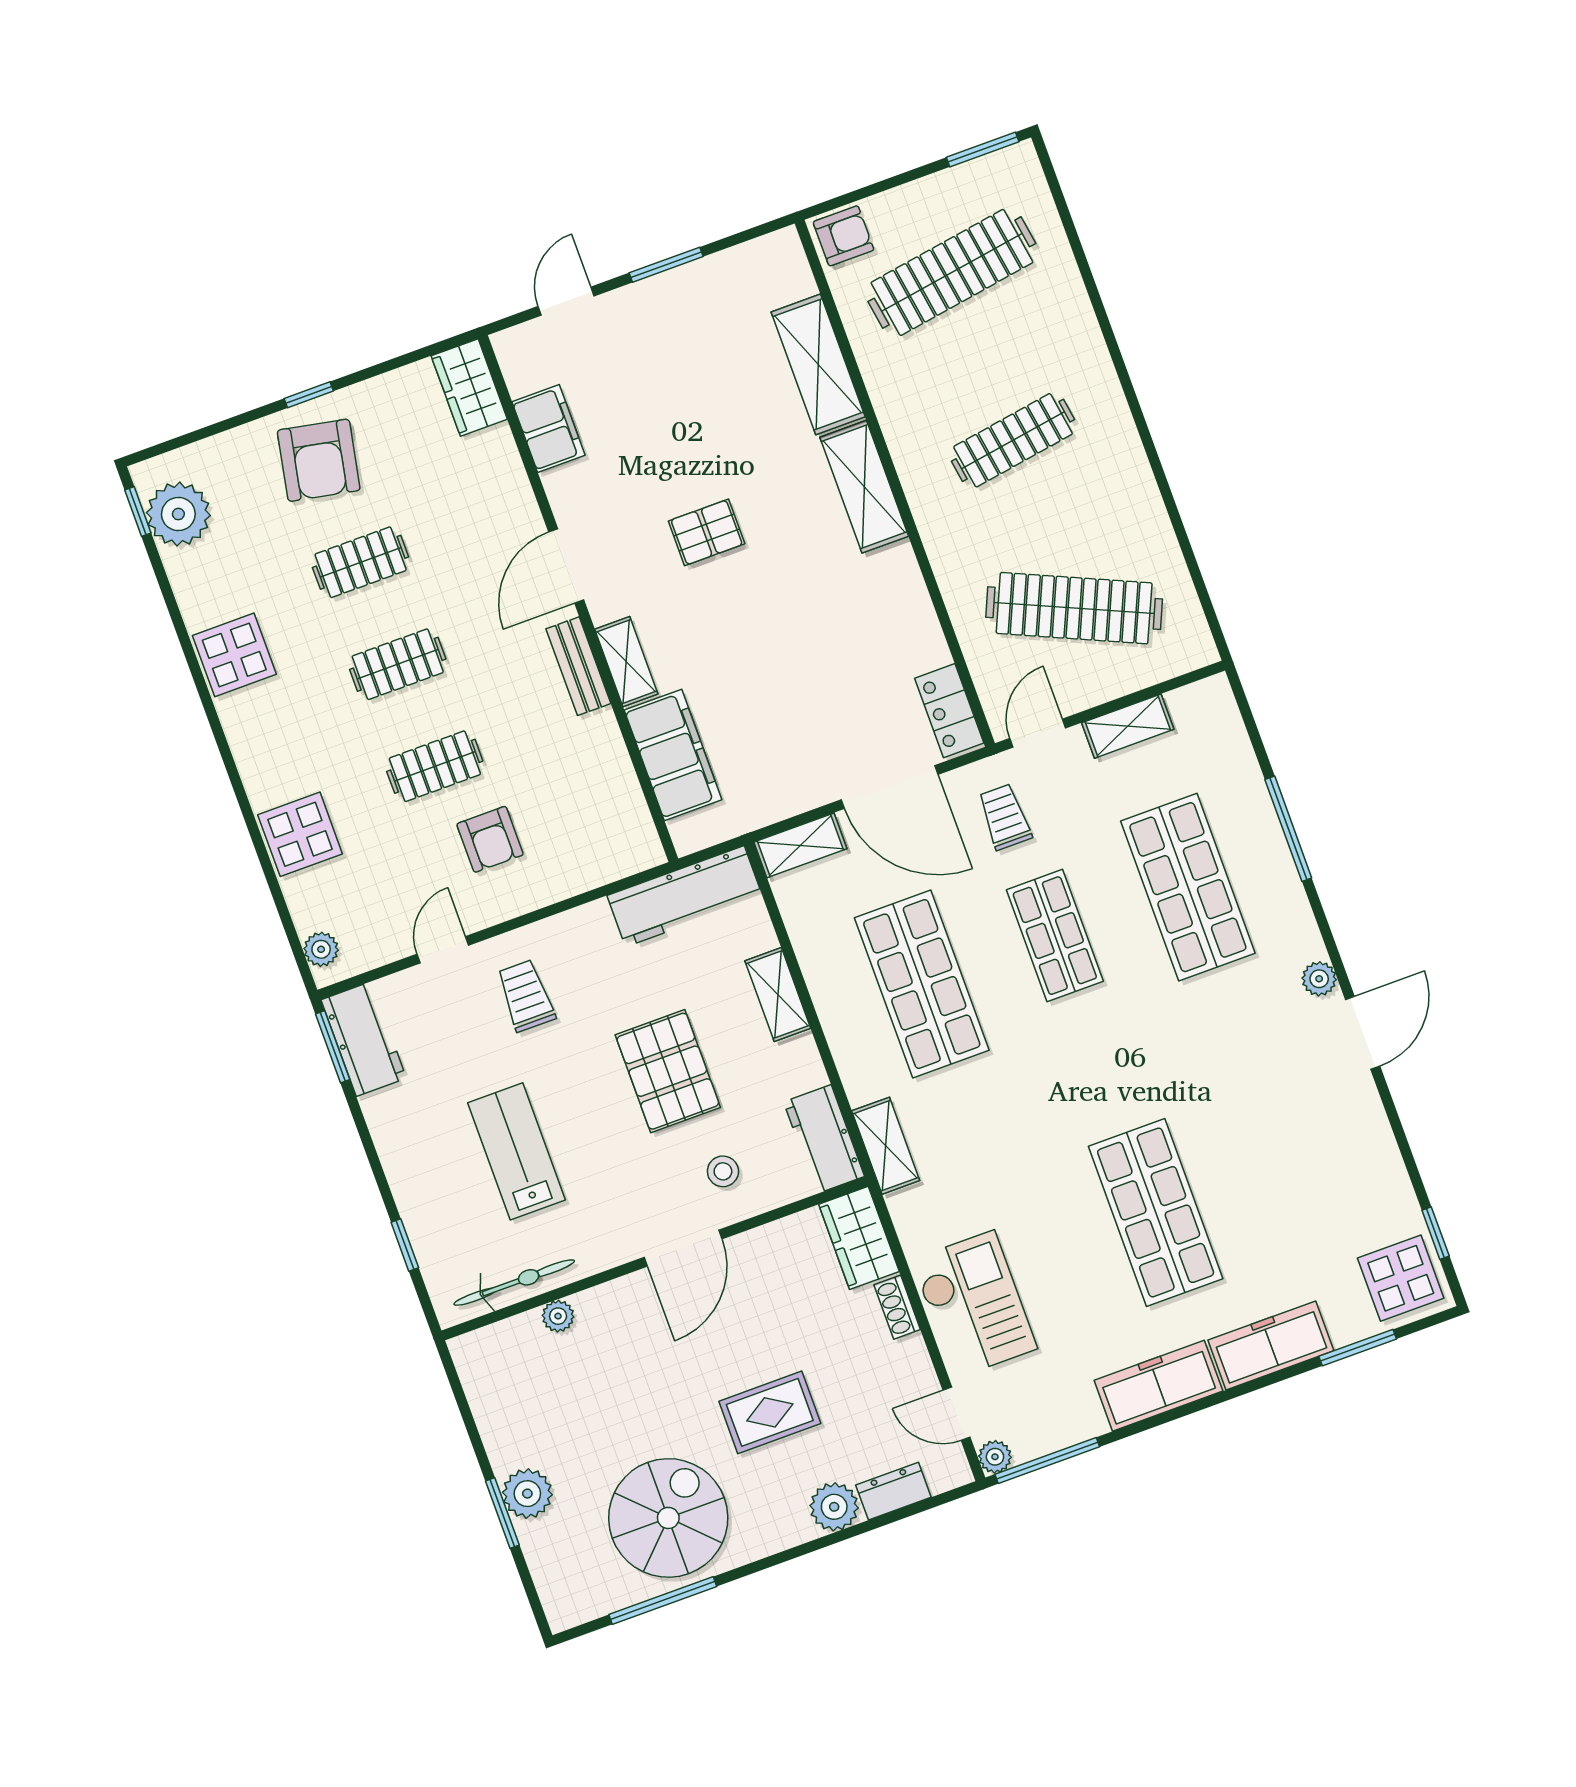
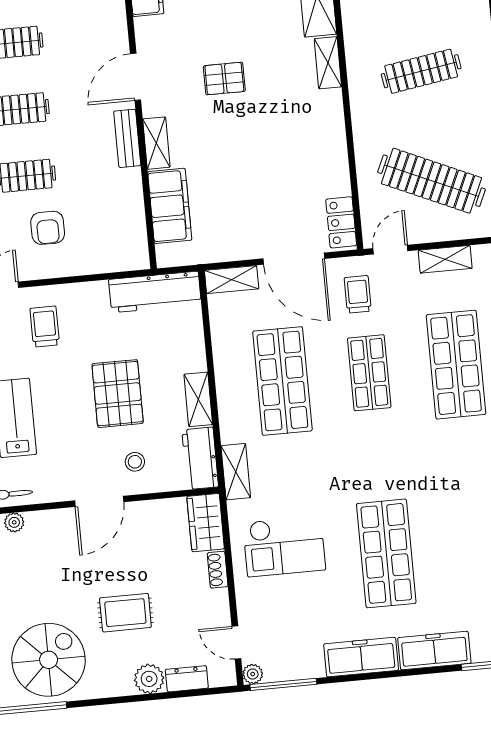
shelving: (864, 487) -> (328, 63), width x0.67, depth x0.75
shelving: (778, 994) -> (198, 399), moved
checkout: (974, 1304) -> (284, 546), moved, turned 90

